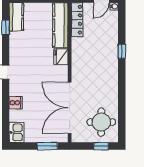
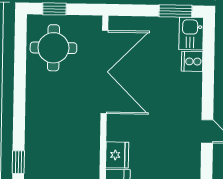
cooker: (16, 103) -> (192, 61), moved
window: (47, 146) -> (176, 11), moved

